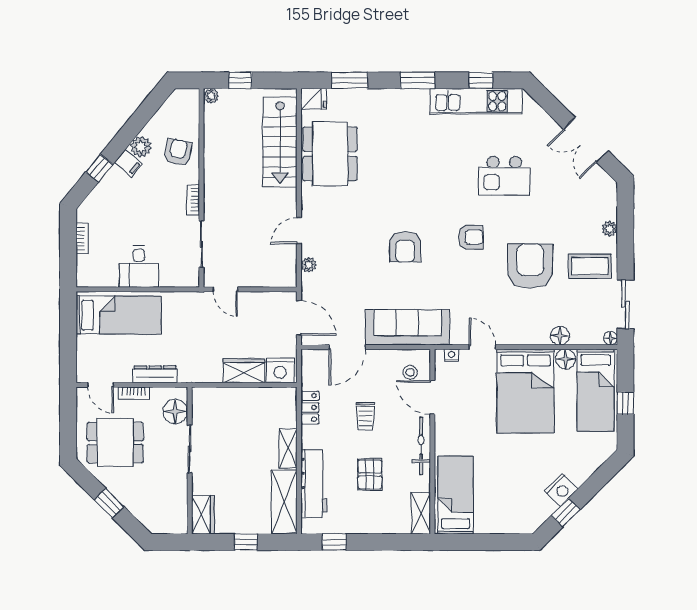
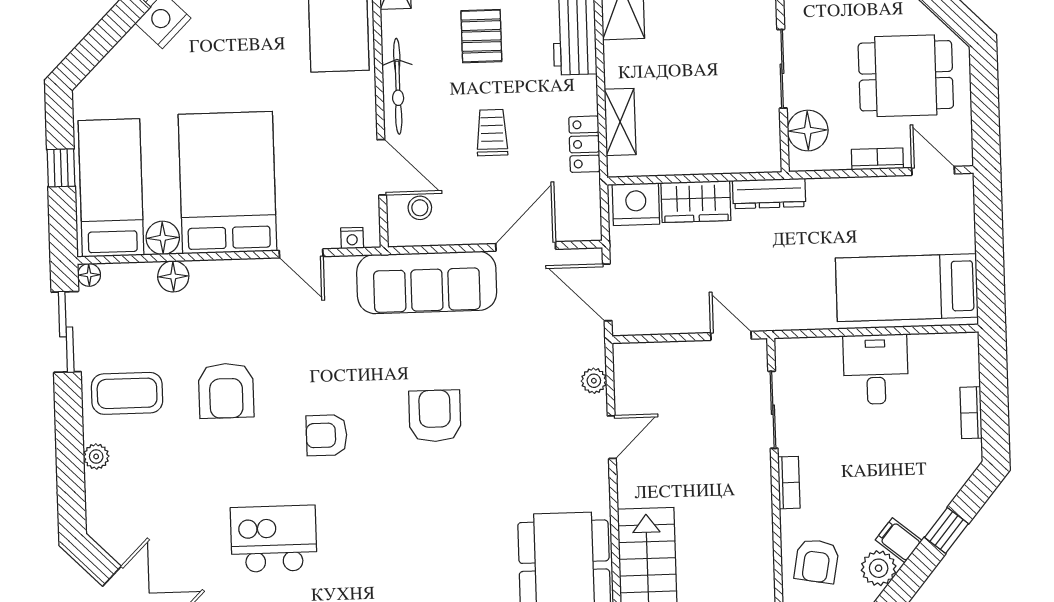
armchair: (530, 266) -> (226, 391), width x0.73, depth x0.73
dresser: (155, 374) -> (769, 193), moved
shelving: (288, 448) -> (620, 122), moved

